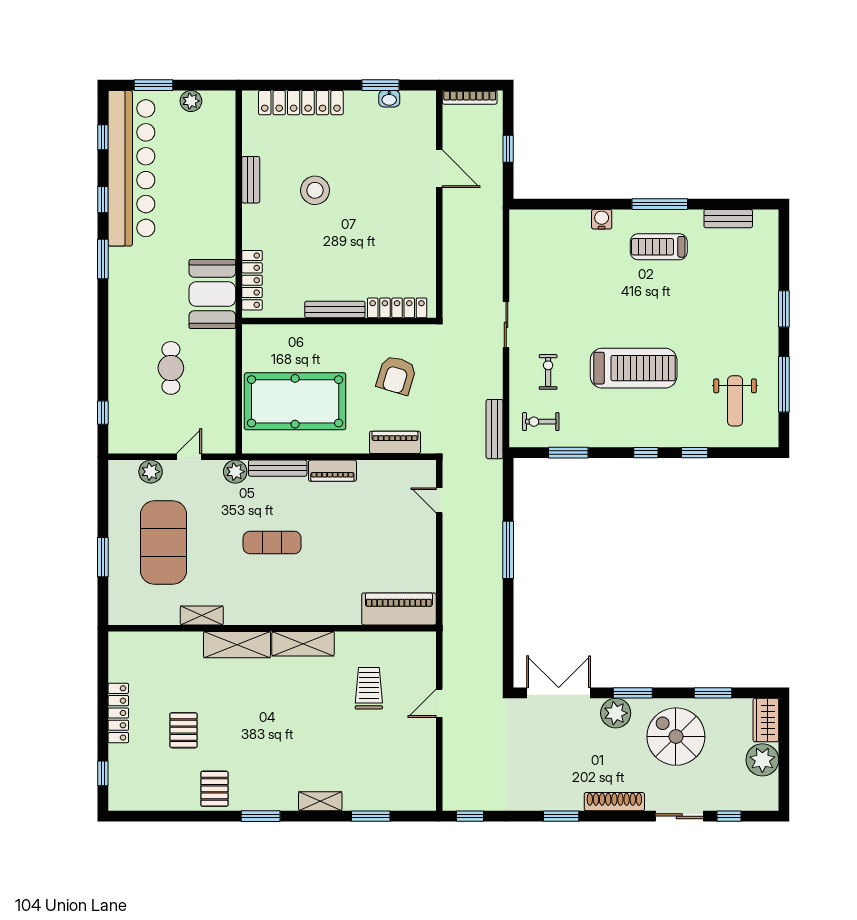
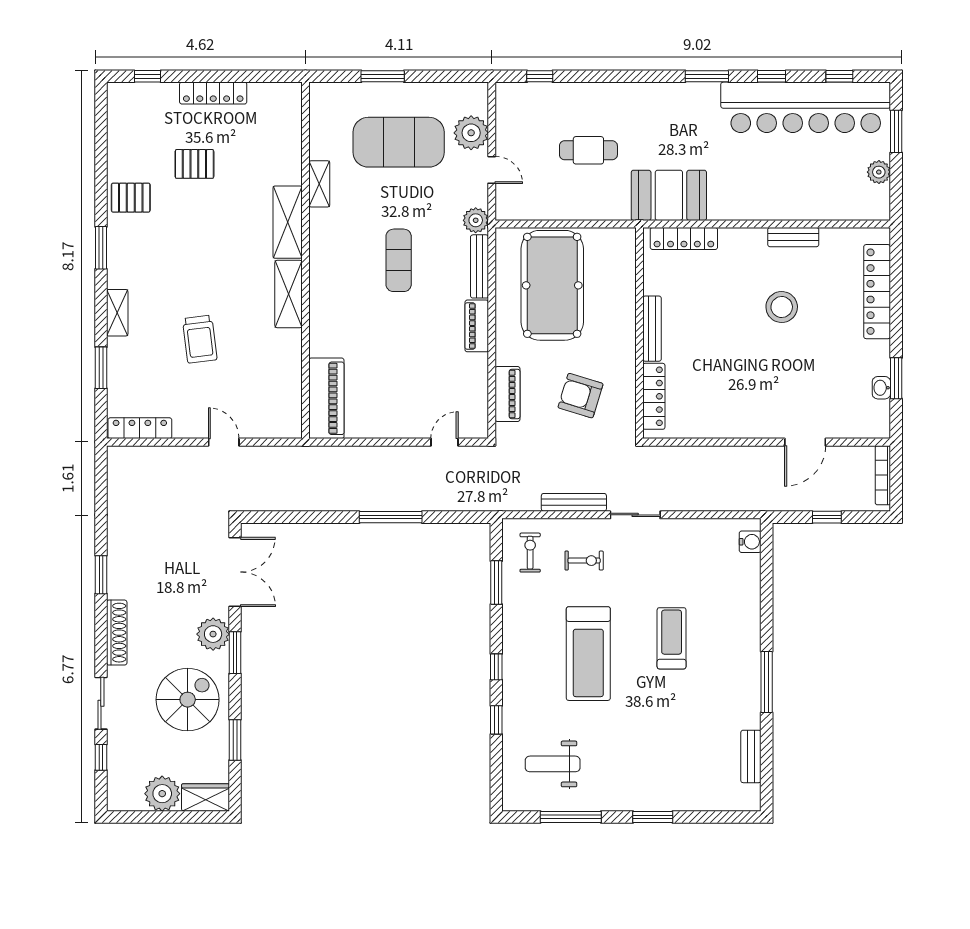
water cooler: (602, 219) -> (750, 542), moved
treadmill: (659, 247) -> (672, 638), moved
bench: (495, 429) -> (574, 502), moved
plant: (151, 472) -> (471, 133), width x1.36, depth x1.36
trolley: (369, 688) -> (200, 339), moved, turned 83
locker: (426, 780) -> (140, 428), added
window: (470, 816) -> (101, 476), removed

